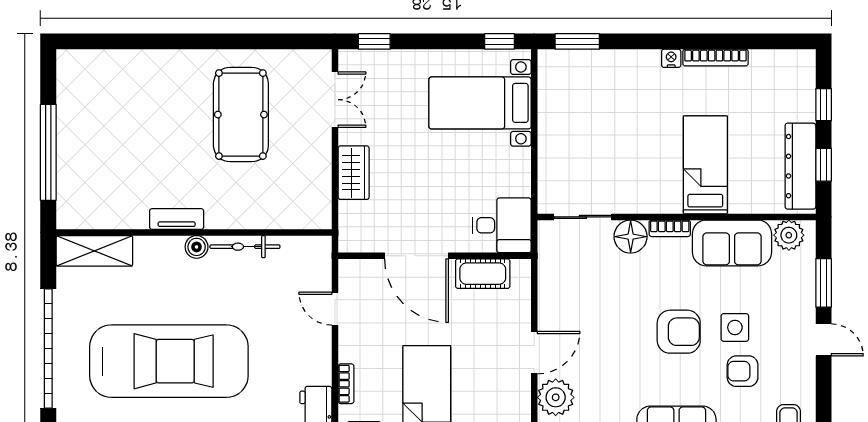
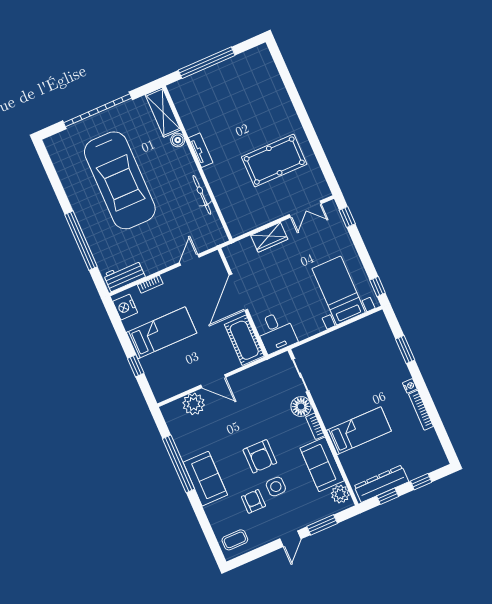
window: (577, 41) -> (405, 350), moved
boiler: (197, 247) -> (178, 140), moved
cot: (483, 274) -> (244, 340), width x1.37, depth x1.34

